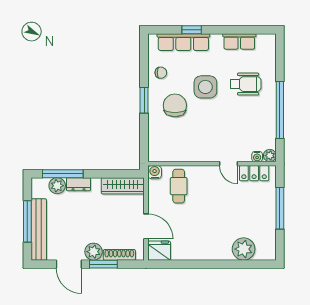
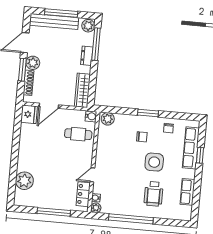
chair: (175, 105) -> (142, 137), width x0.54, depth x0.54
plant: (156, 151) -> (108, 119), added
plant: (57, 186) -> (88, 26), moved

